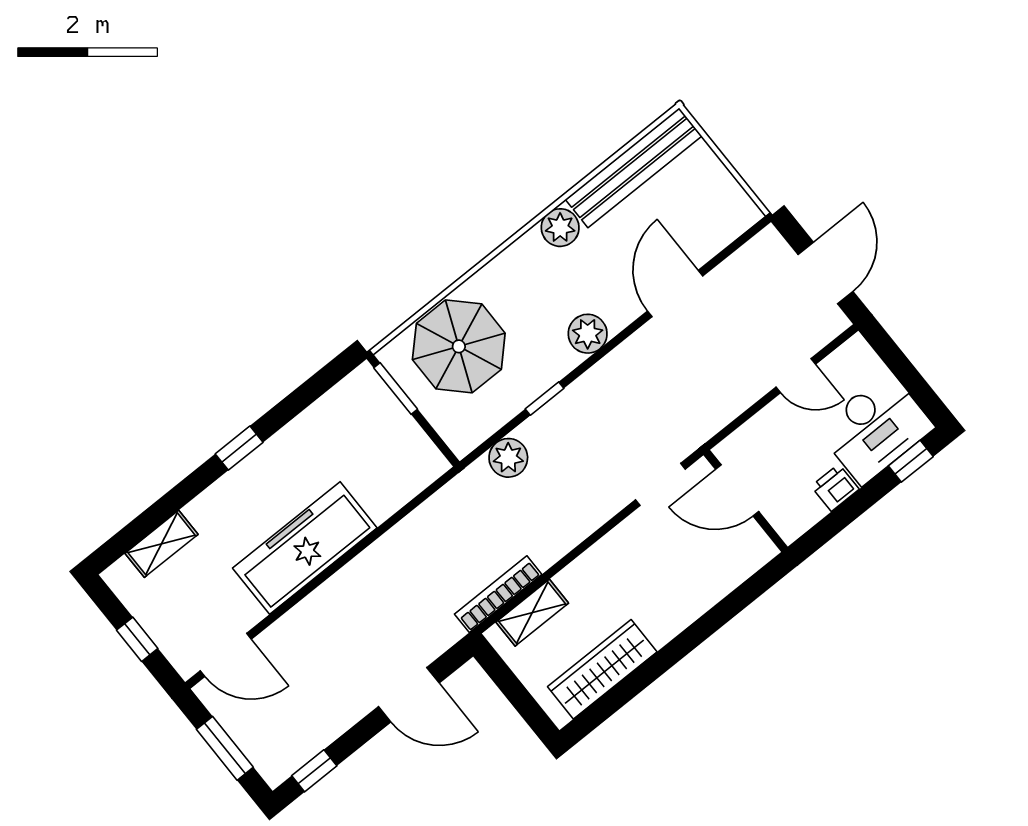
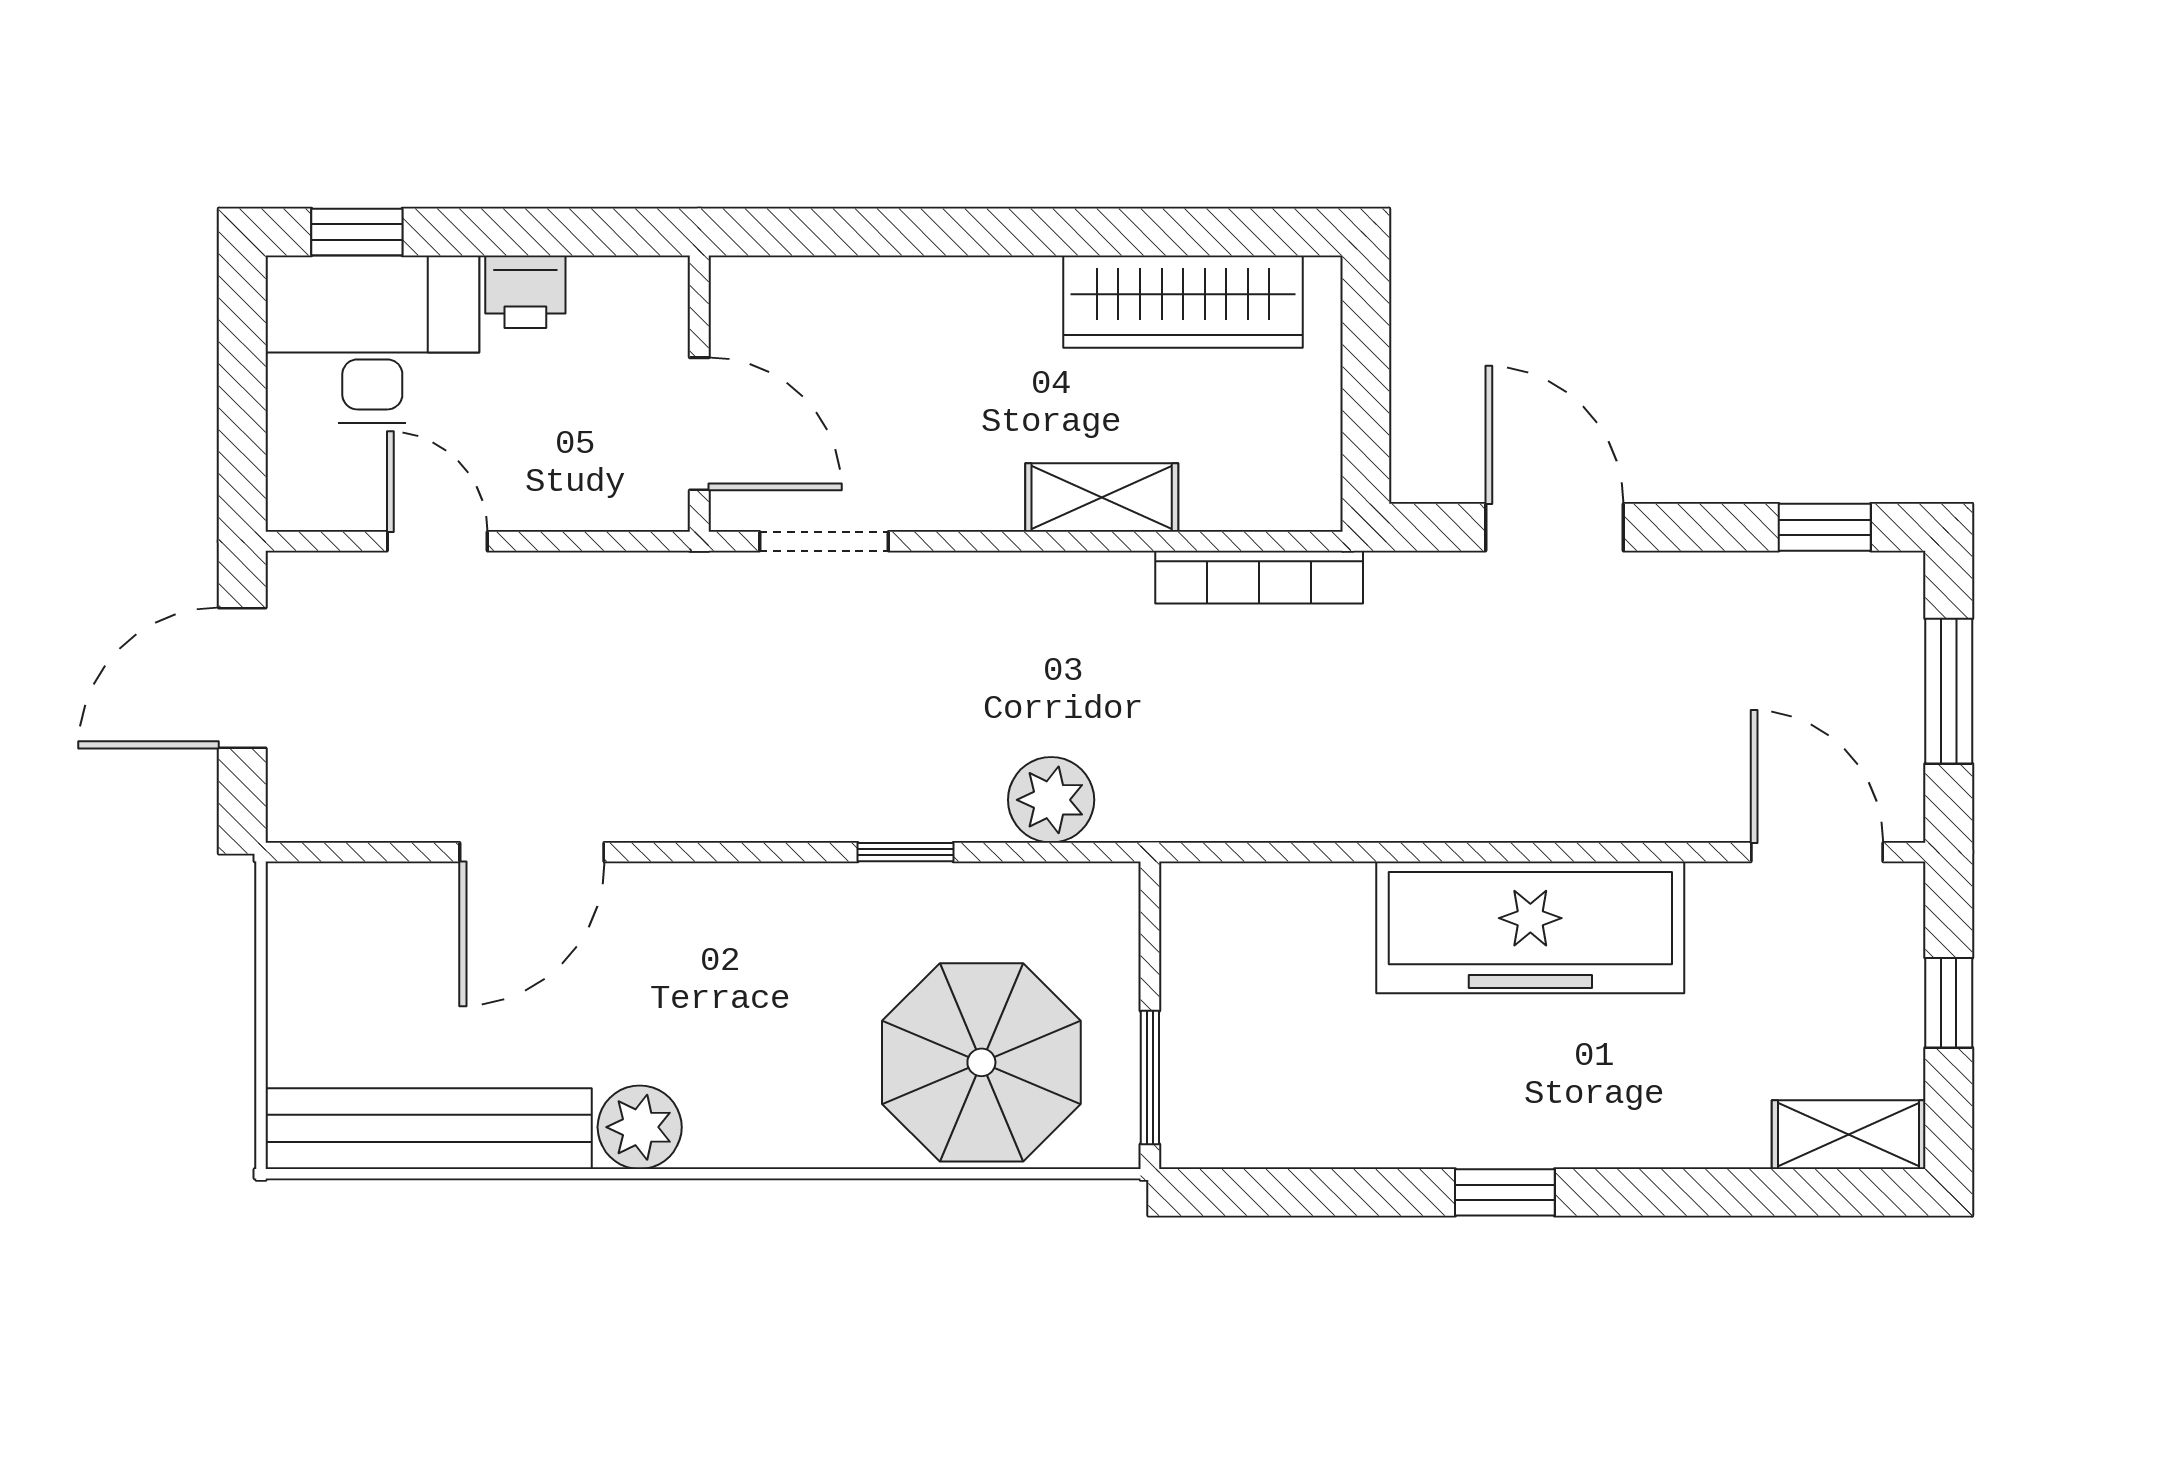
plant: (588, 334) -> (740, 905), removed
shelving: (162, 544) -> (1849, 1135), moved
shelving: (532, 613) -> (1102, 498), moved

